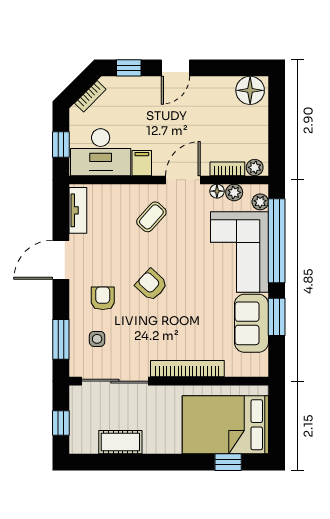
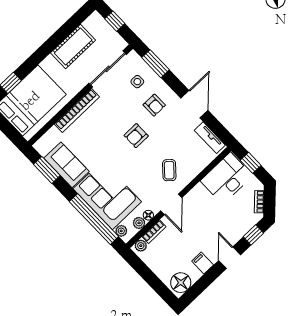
filing cabinet: (142, 163) -> (203, 263), moved, turned 180
armchair: (151, 285) -> (136, 136), turned 137
window: (277, 317) -> (47, 170), moved
cot: (120, 442) -> (73, 46), width x1.37, depth x1.34

